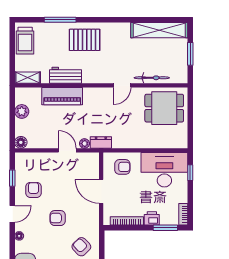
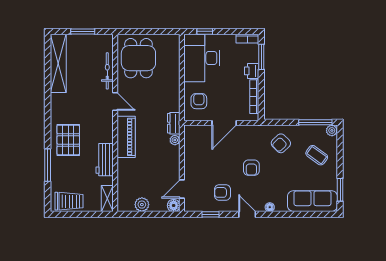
piano: (62, 96) -> (126, 137), moved
door: (67, 150) -> (182, 189), moved

